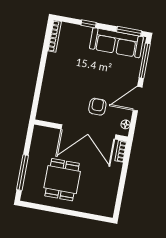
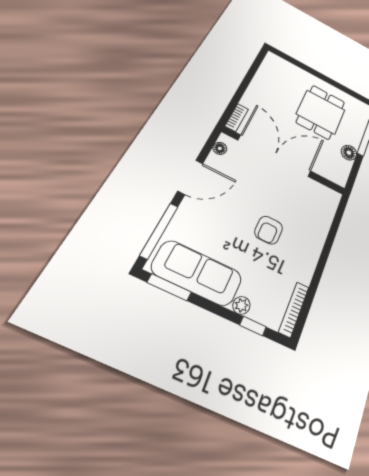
window: (89, 24) -> (253, 326), moved
plant: (86, 31) -> (241, 305), added
armchair: (97, 107) -> (269, 230), moved
floor lamp: (35, 154) -> (349, 153), added

